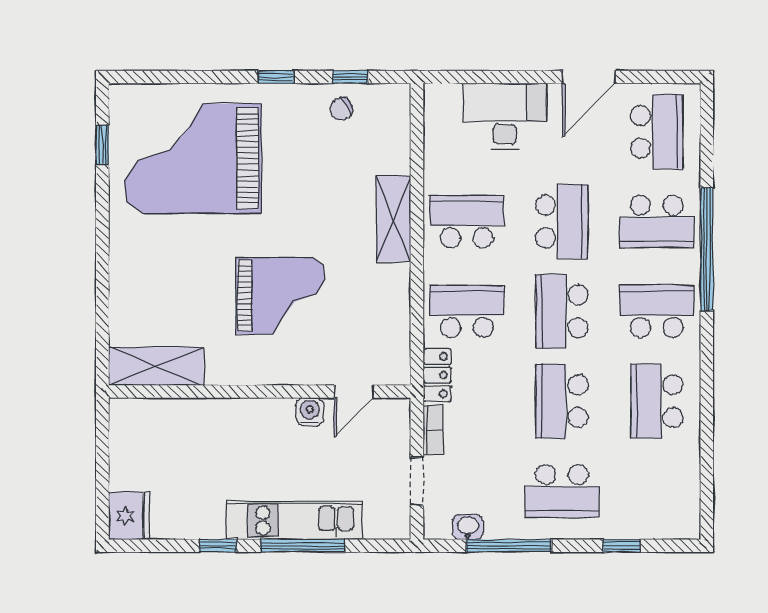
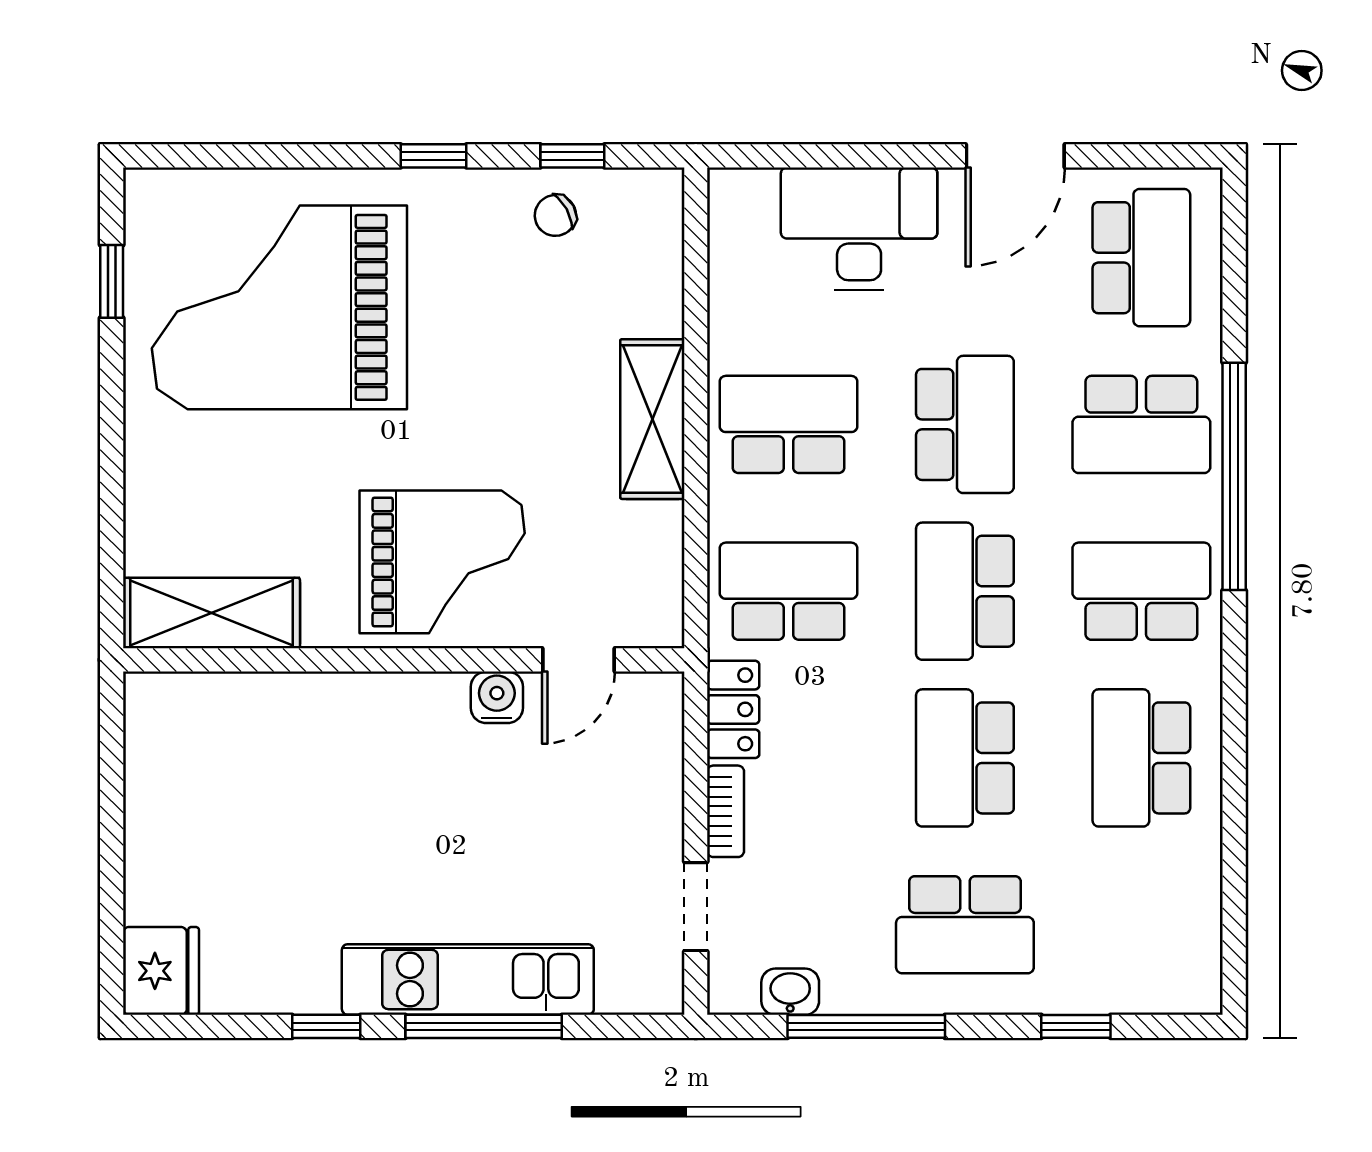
shelving: (156, 366) -> (211, 613), moved
wall: (260, 391) -> (404, 660), moved
door: (354, 391) -> (579, 660), moved
water cooler: (310, 412) -> (497, 697), moved

